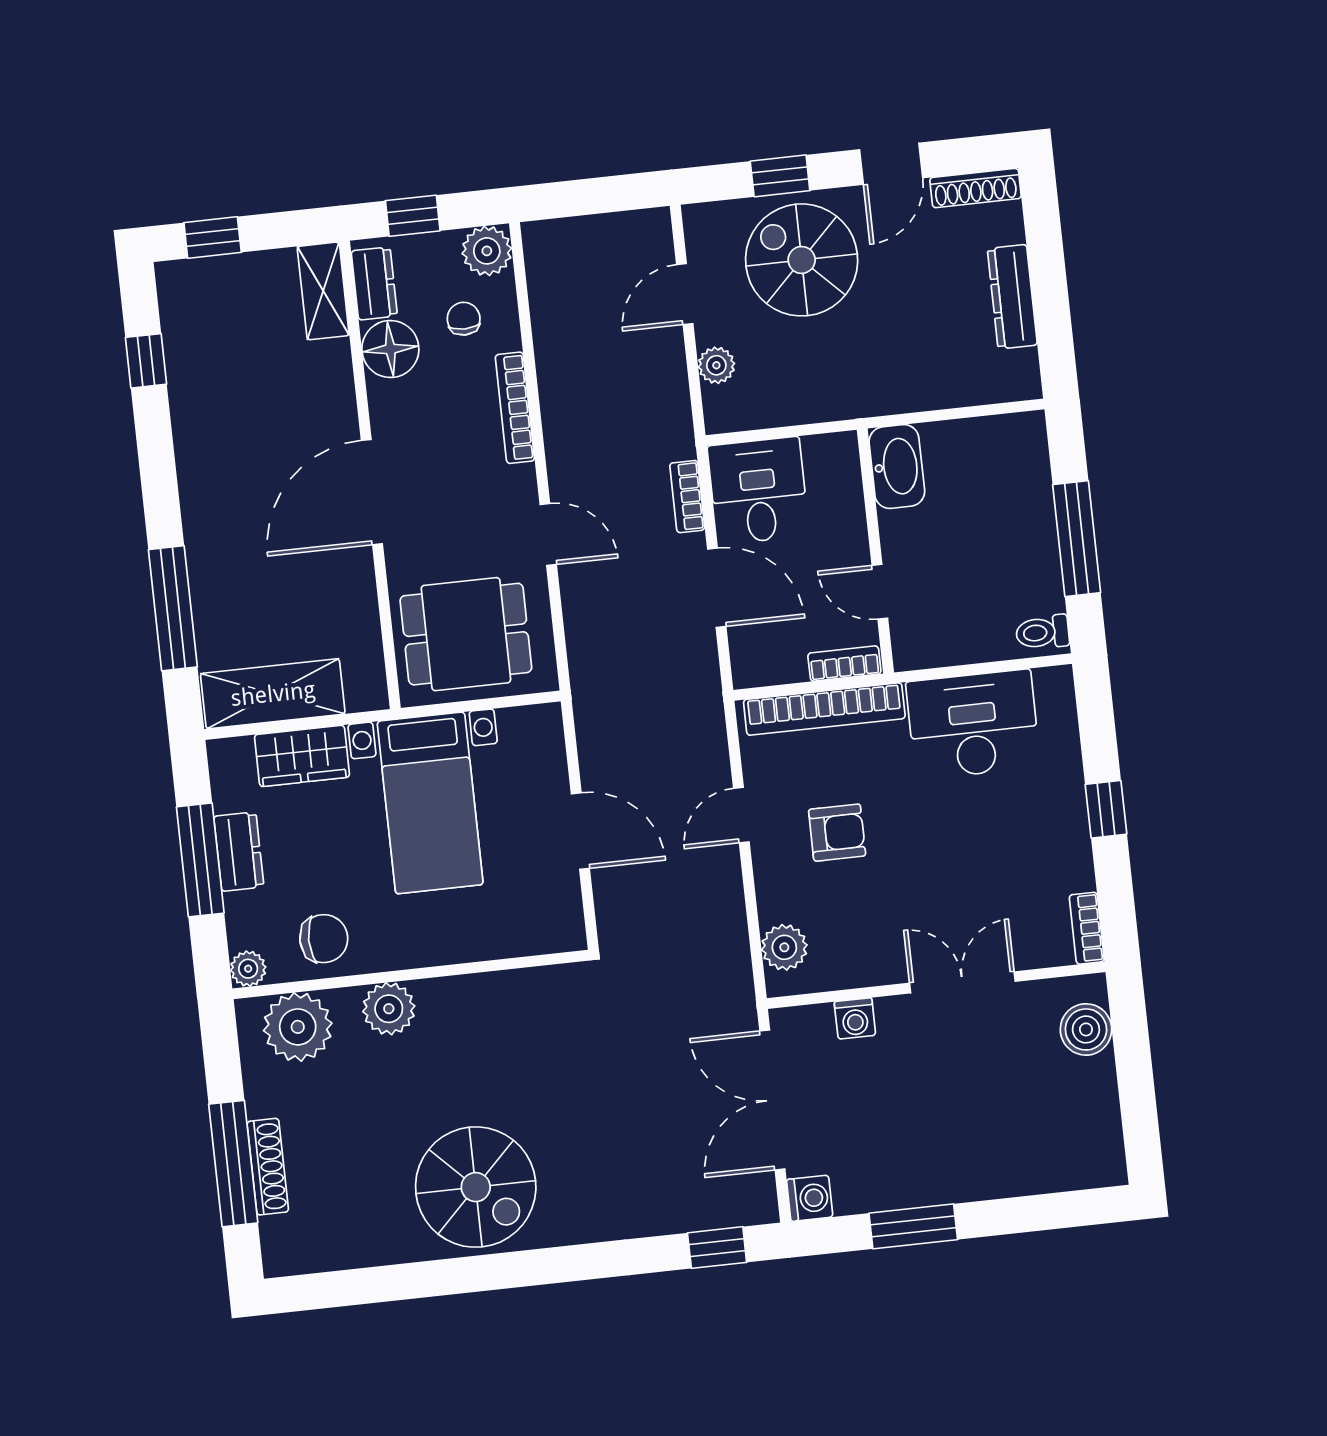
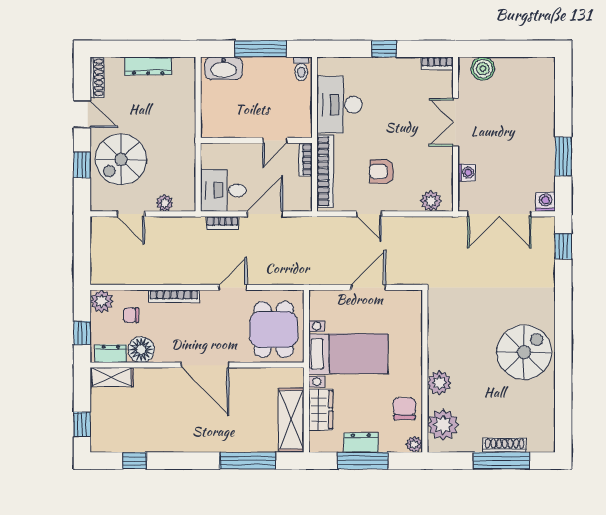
washbasin: (897, 467) -> (224, 68), moved, turned 180
armchair: (837, 833) -> (382, 171), turned -90

